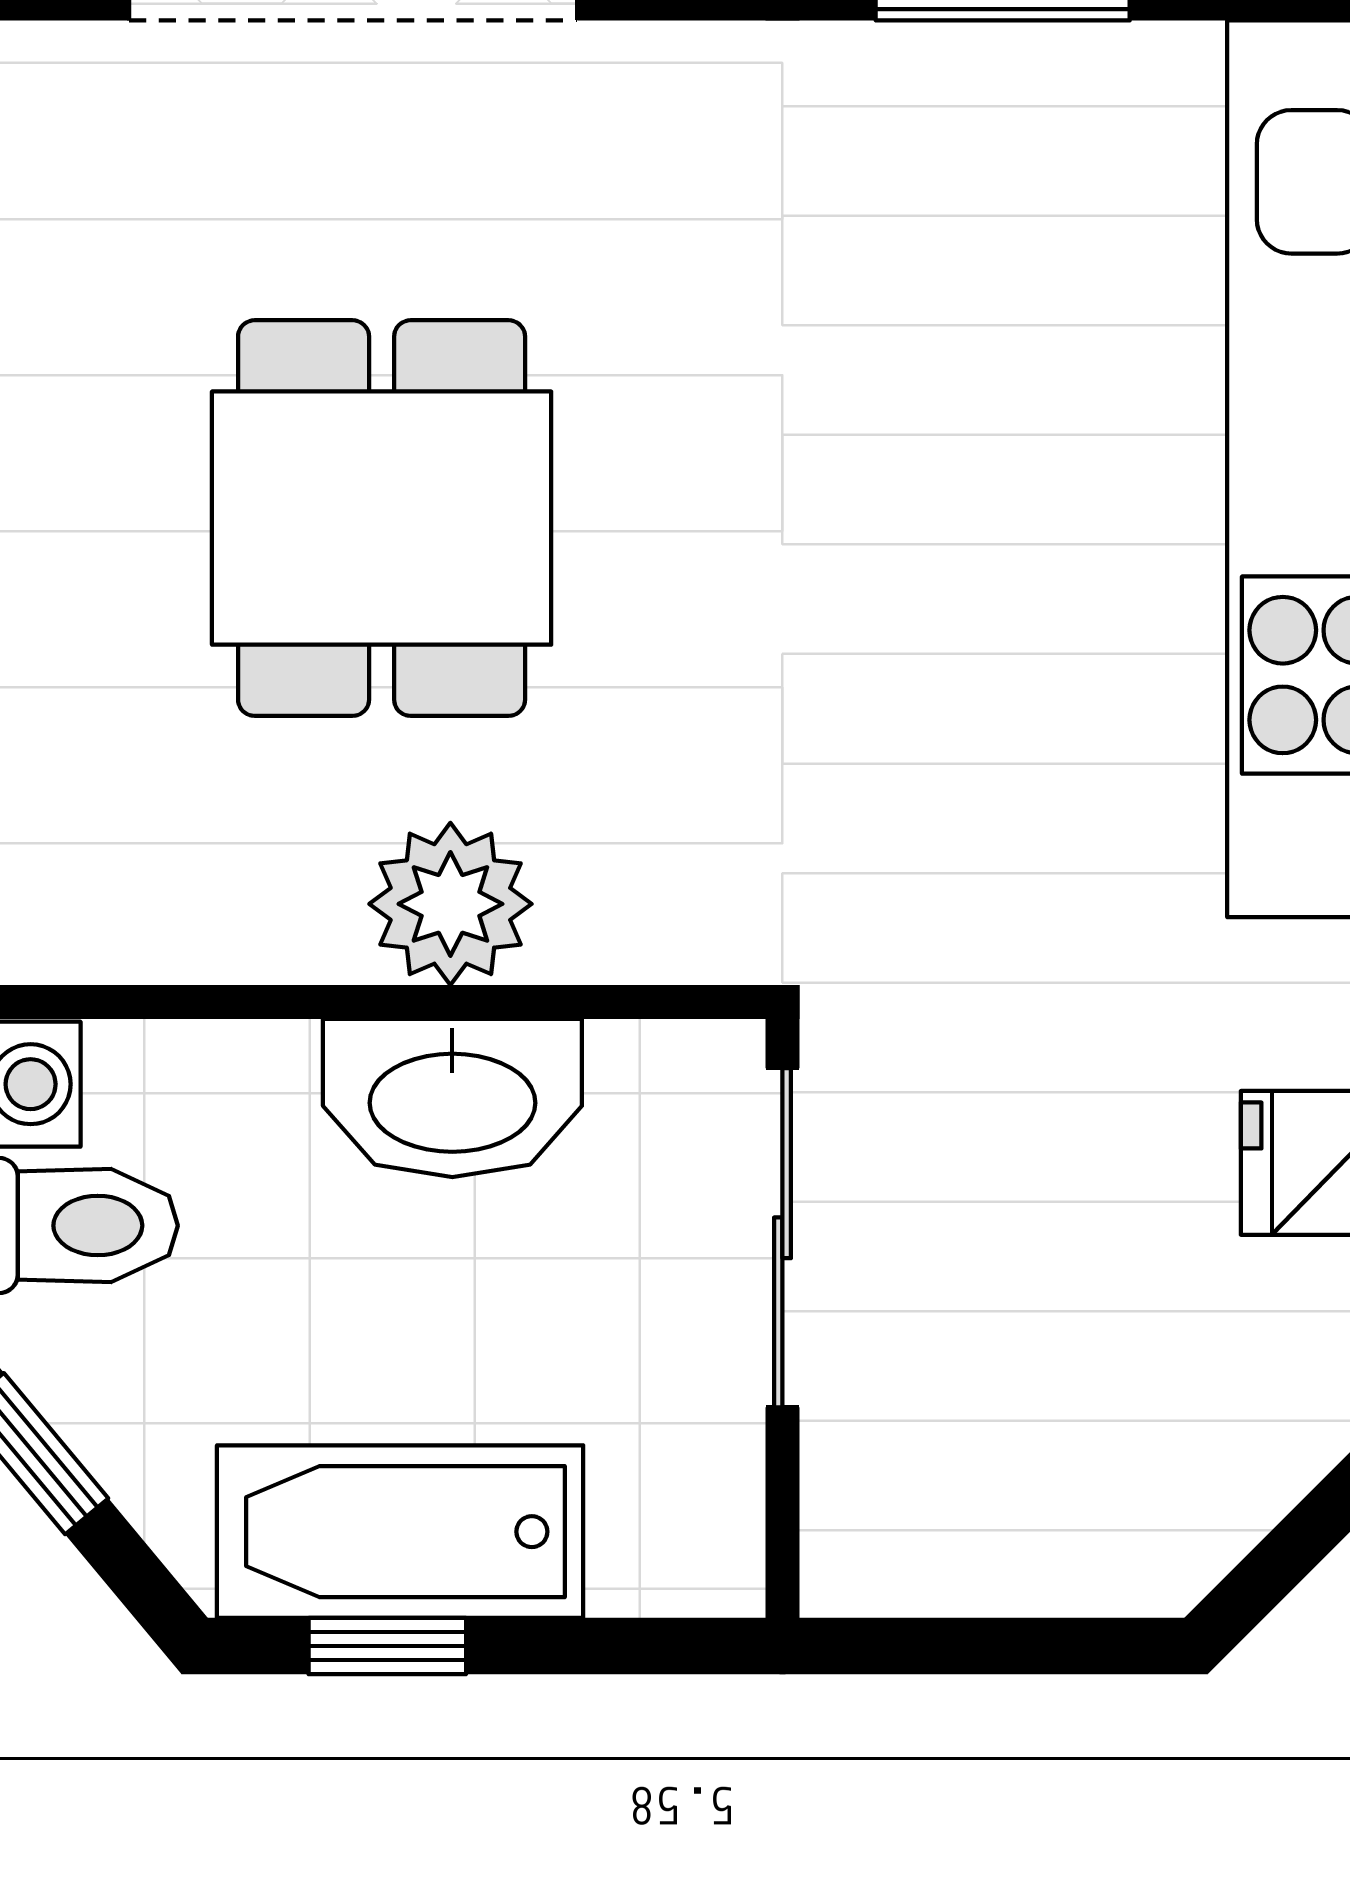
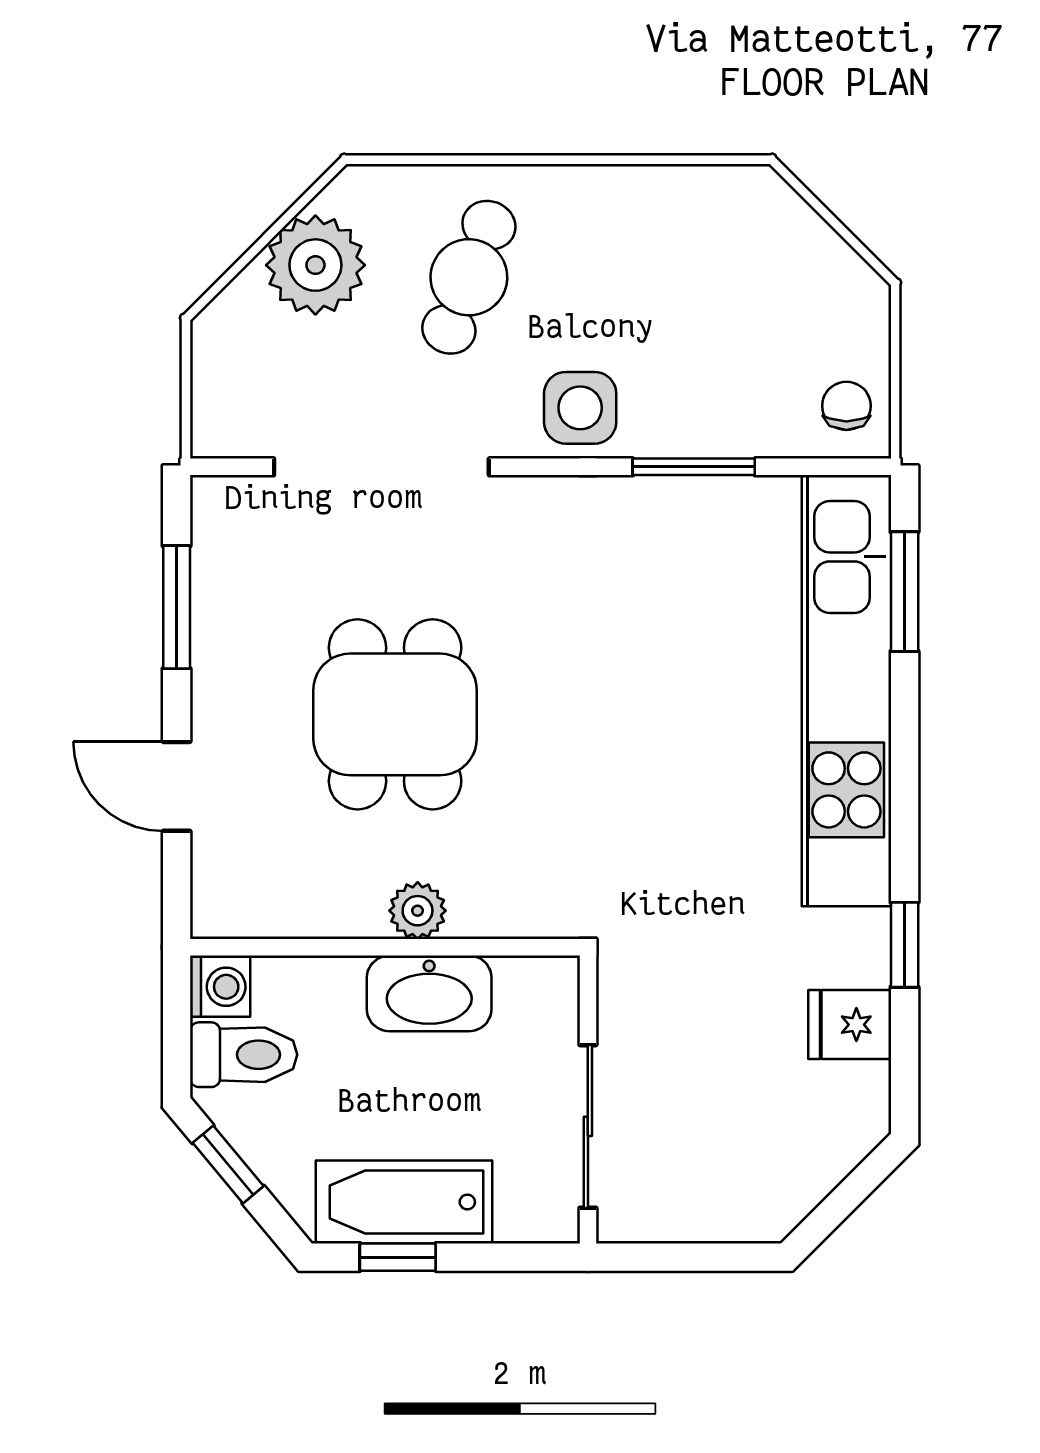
plant: (450, 904) -> (418, 911), width x0.73, depth x0.73
sliding door: (782, 1238) -> (588, 1126), moved

